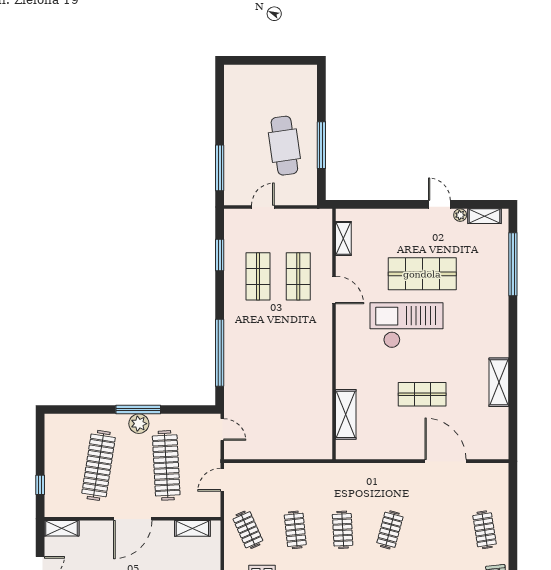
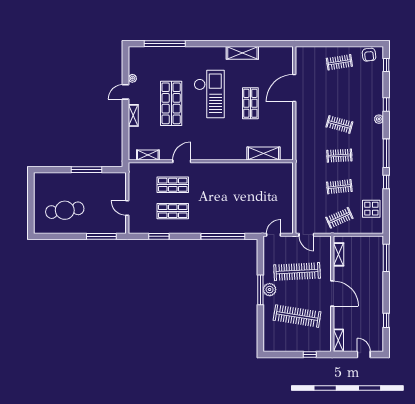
cafe table: (284, 146) -> (65, 210), moved
shelving: (485, 216) -> (133, 115), moved
checkout: (406, 325) -> (209, 94), moved, turned 180

